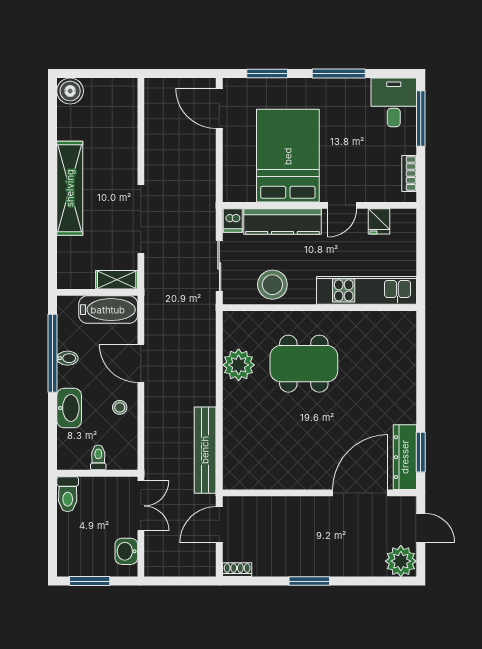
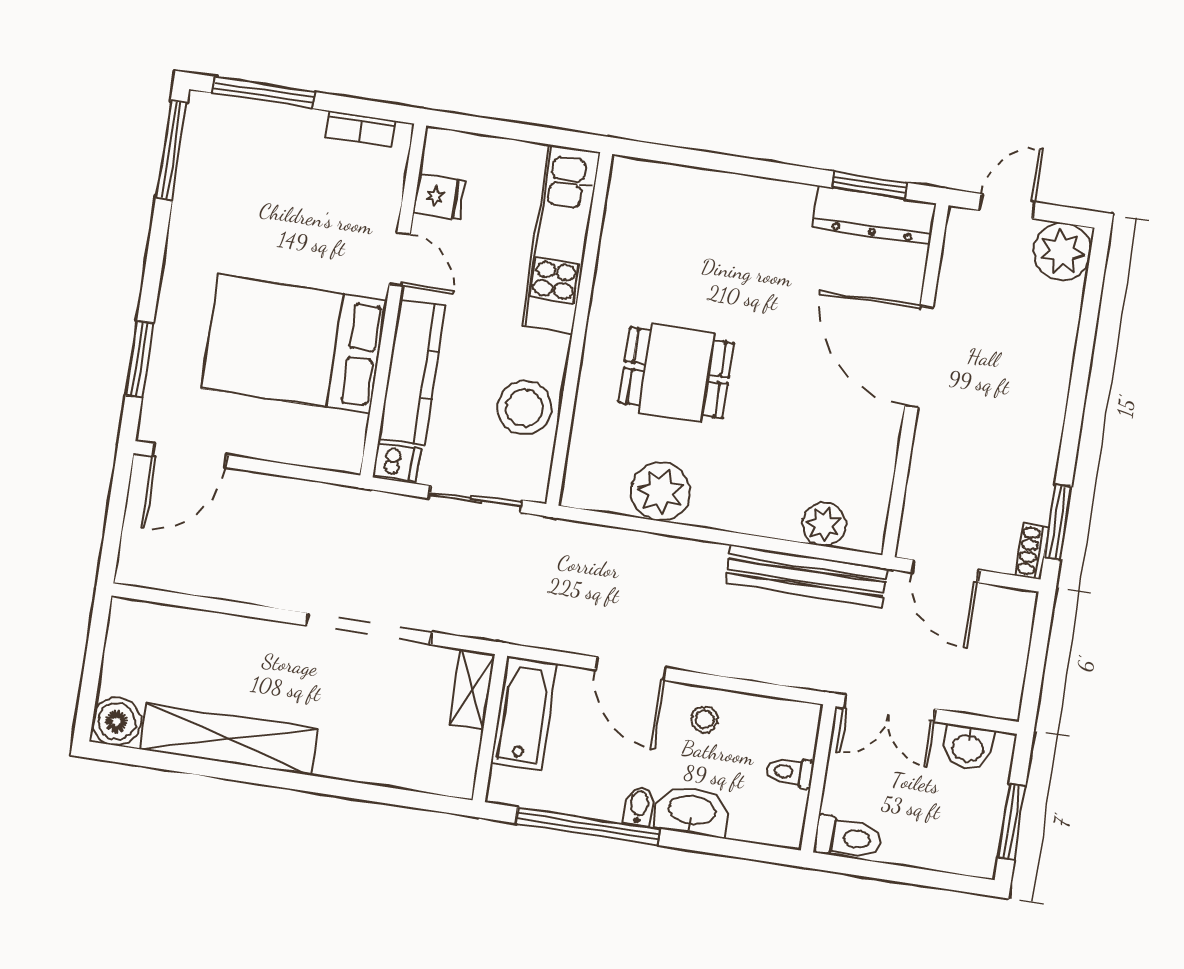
window: (339, 74) -> (171, 150), moved
desk: (394, 102) -> (227, 137), removed
shelving: (70, 188) -> (229, 739), moved
bidet: (67, 358) -> (639, 806), moved
door: (141, 363) -> (631, 669), hinge flipped
dining table: (304, 364) -> (677, 373), width x0.73
plant: (234, 456) -> (824, 524), added
door: (360, 493) -> (919, 357), moved
double door: (141, 506) -> (889, 708), swing flipped
window: (309, 581) -> (1058, 523), moved

